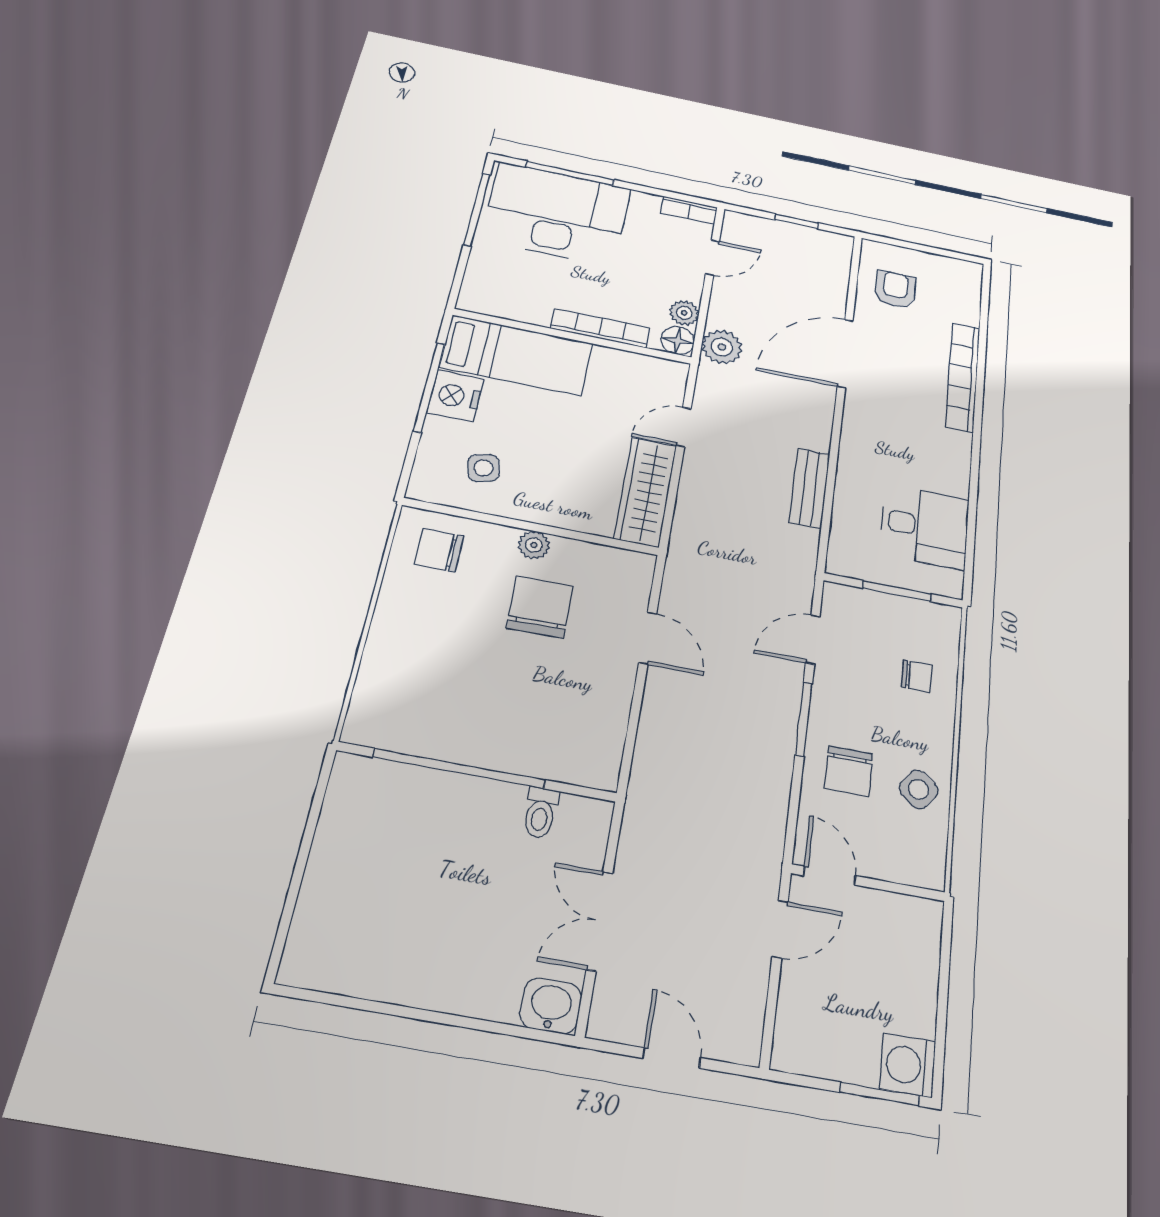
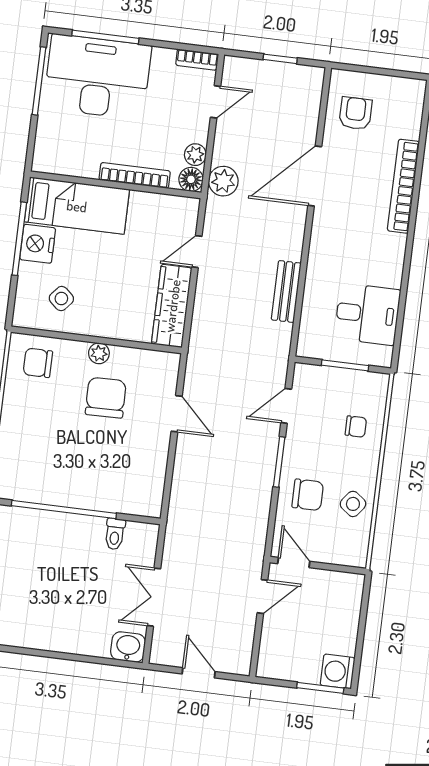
side table: (483, 468) -> (61, 299), turned -36
chair: (849, 771) -> (308, 495), turned -90

